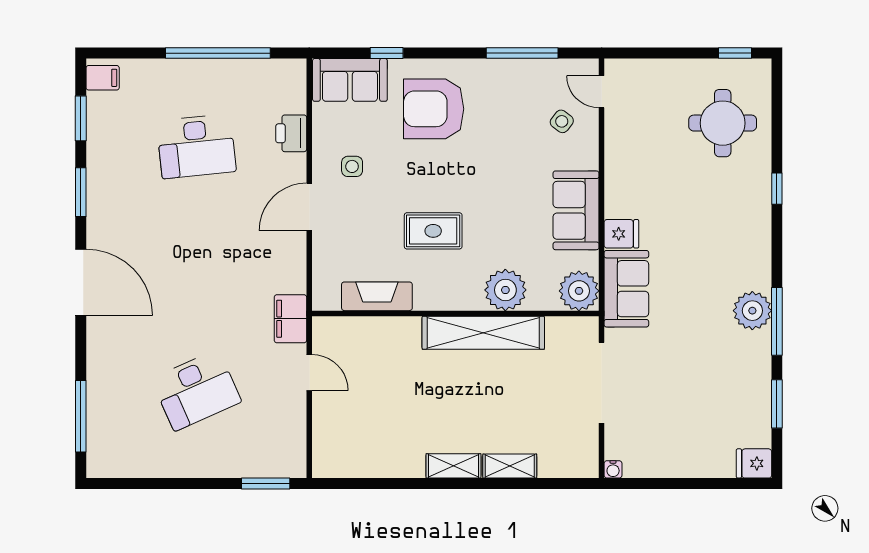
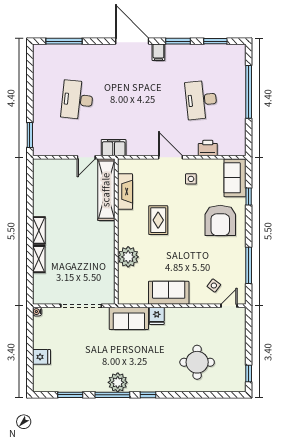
window: (218, 53) -> (249, 92), moved
filing cabinet: (103, 78) -> (158, 52), moved
armchair: (434, 109) -> (220, 220), turned 180
round table: (723, 123) -> (197, 362), moved
window: (777, 189) -> (148, 395), moved
door: (81, 282) -> (132, 41), swing flipped
plant: (579, 291) -> (128, 294), removed
shelving: (483, 333) -> (106, 190), moved
desk: (196, 390) -> (77, 100), turned 30
fridge: (754, 463) -> (41, 357), moved, turned 90

